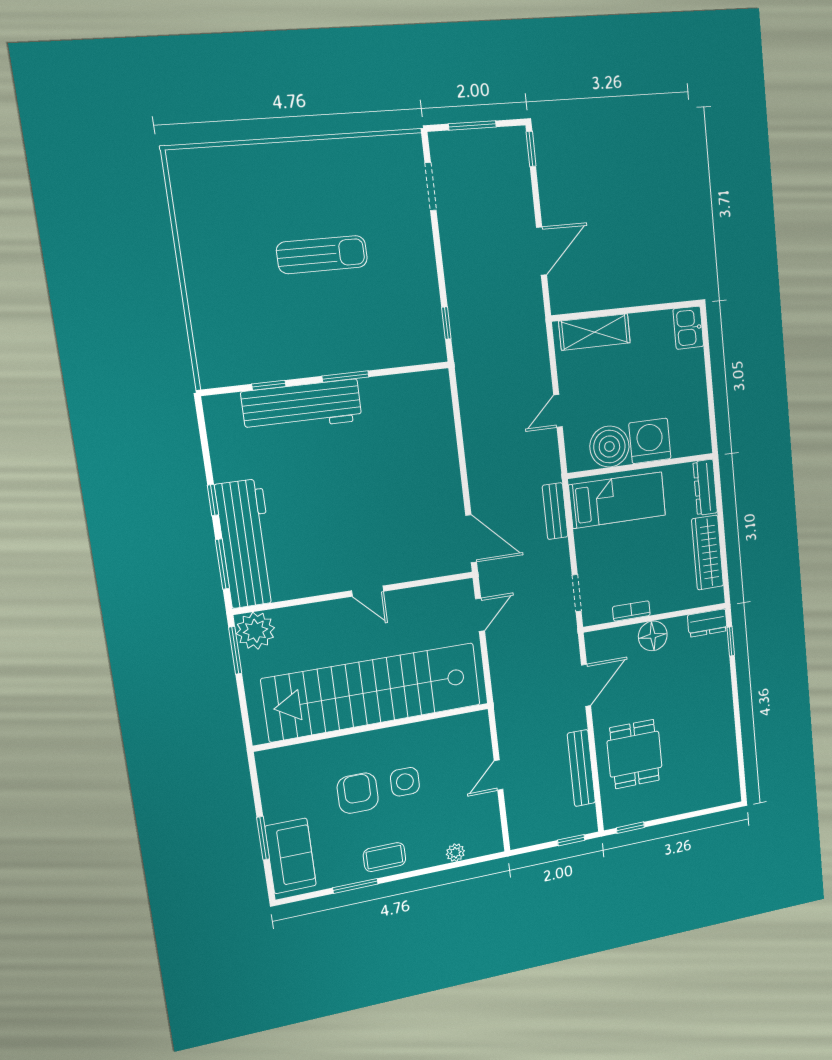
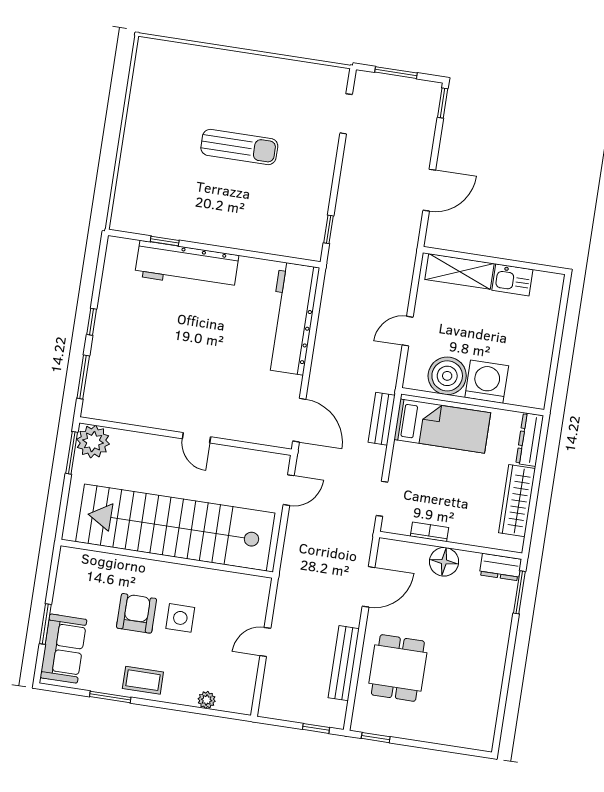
kitchen sink: (688, 328) -> (512, 280), moved, turned -90
window: (345, 376) -> (230, 251), removed
workbench: (247, 544) -> (292, 318), moved, turned 180
window: (731, 641) -> (519, 592), width x1.50

